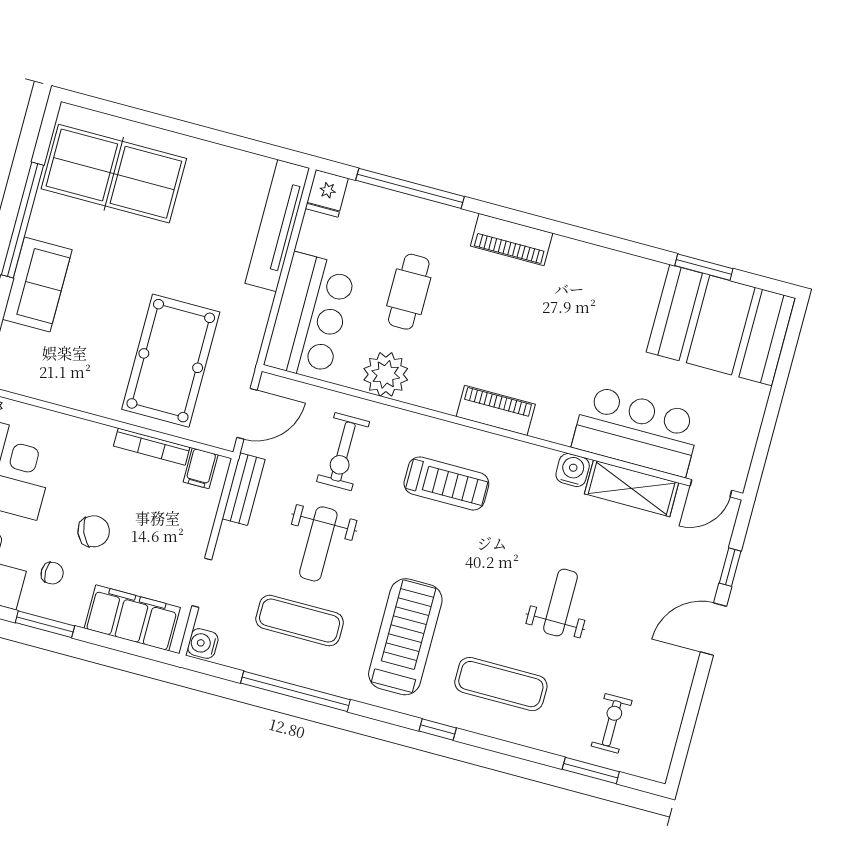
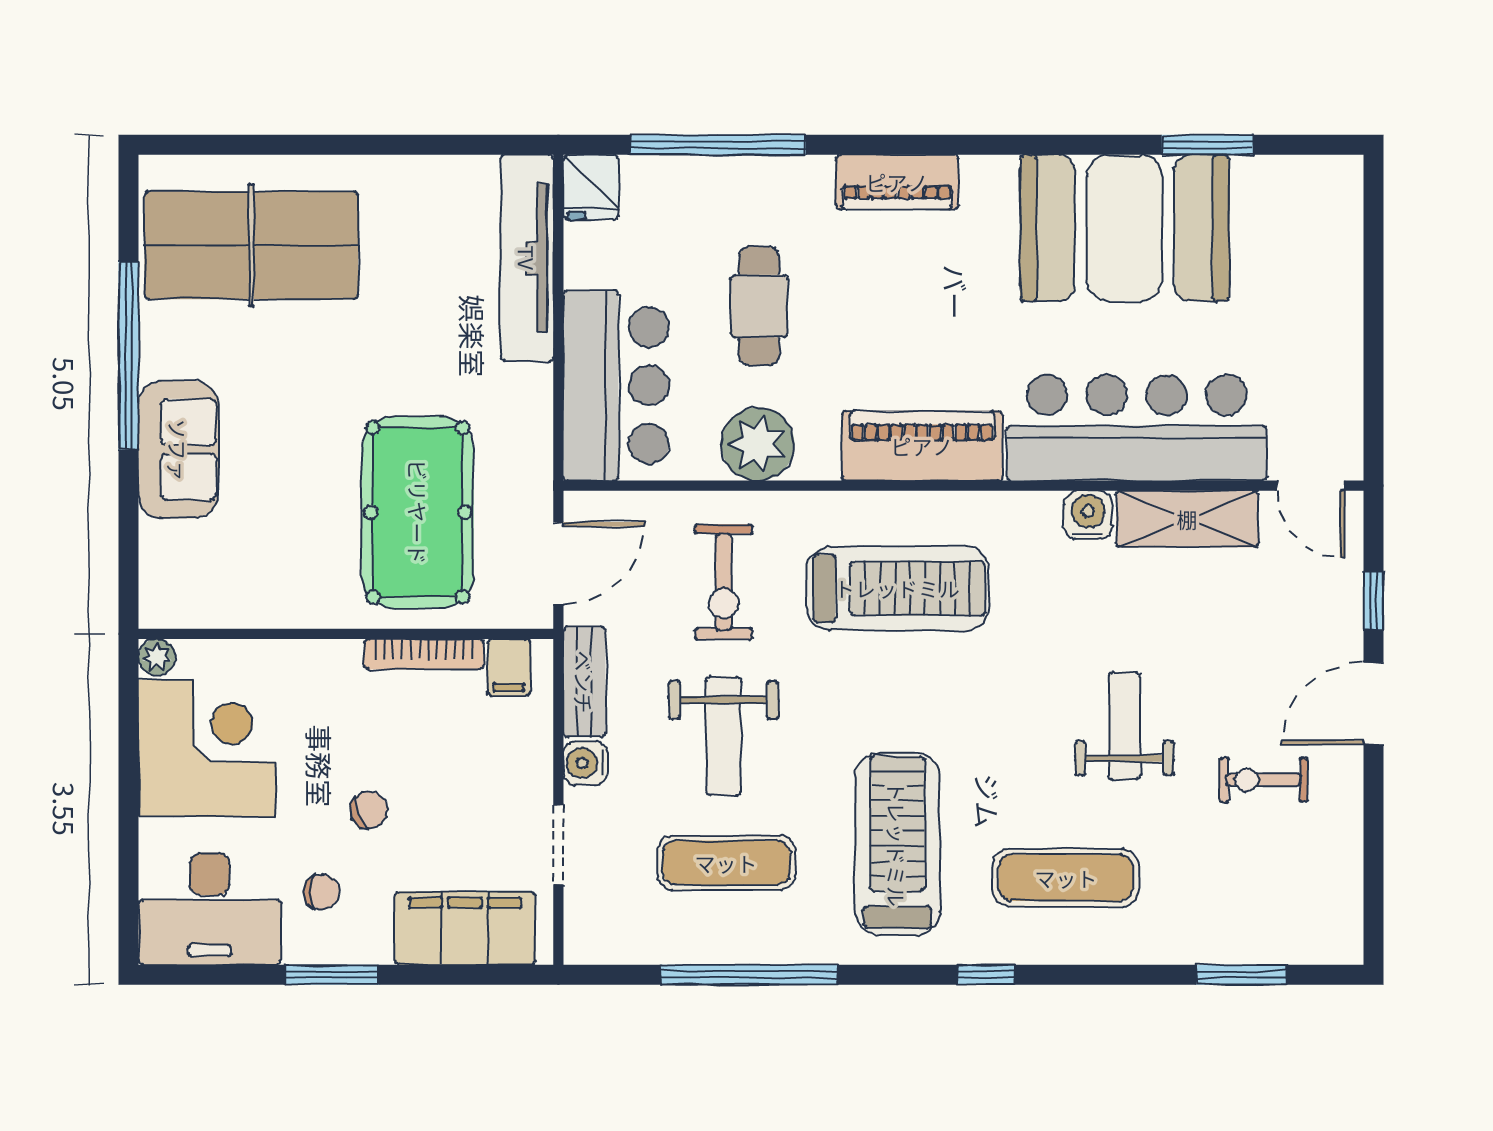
booth: (721, 325) -> (1125, 228), moved
piano: (496, 410) -> (922, 446), width x1.37, depth x1.33
bar counter: (637, 431) -> (1137, 428), width x1.36
treadmill: (446, 483) -> (897, 588), width x1.37, depth x1.38
door: (711, 488) -> (1311, 486), hinge flipped
chair: (94, 531) -> (369, 810), width x0.73, depth x0.73
water cooler: (203, 643) -> (585, 763), moved
exercise bike: (612, 723) -> (1263, 780), moved, turned -90

